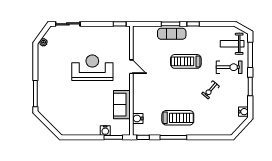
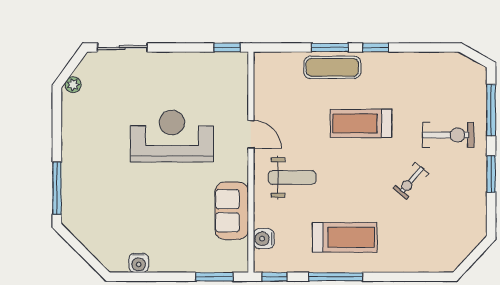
weight bench: (232, 44) -> (292, 178), moved, turned 180
water cooler: (243, 112) -> (477, 225), removed
water cooler: (105, 130) -> (139, 263), moved

